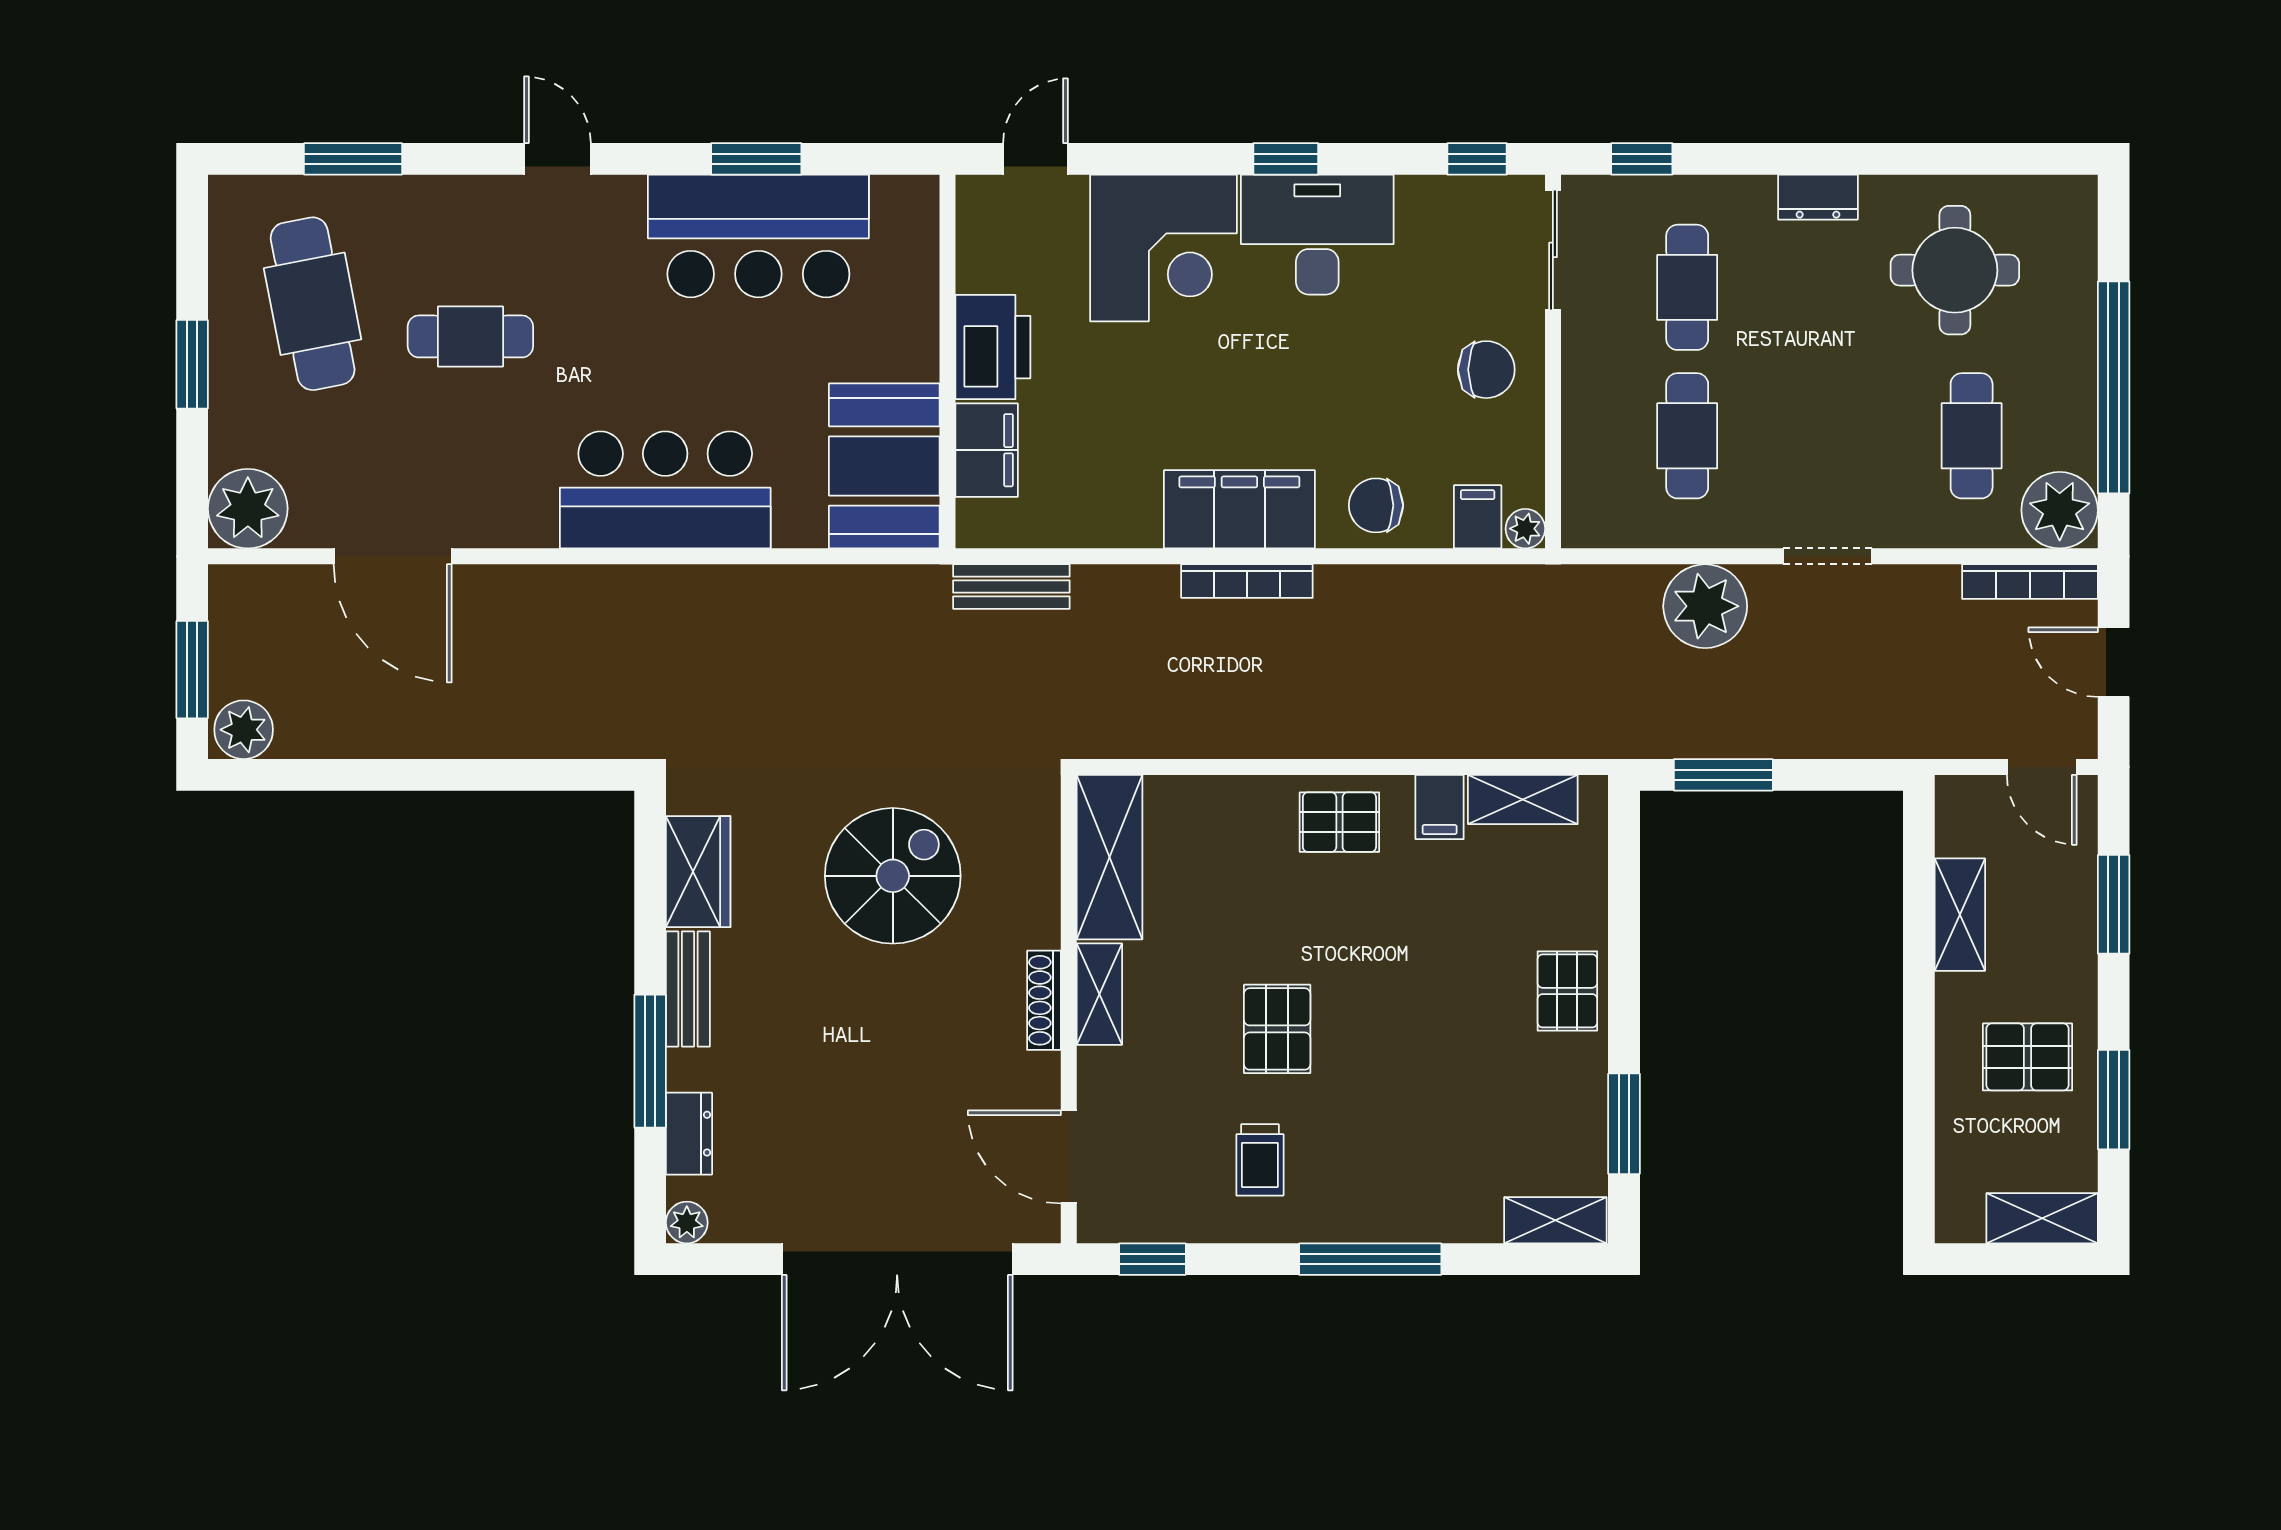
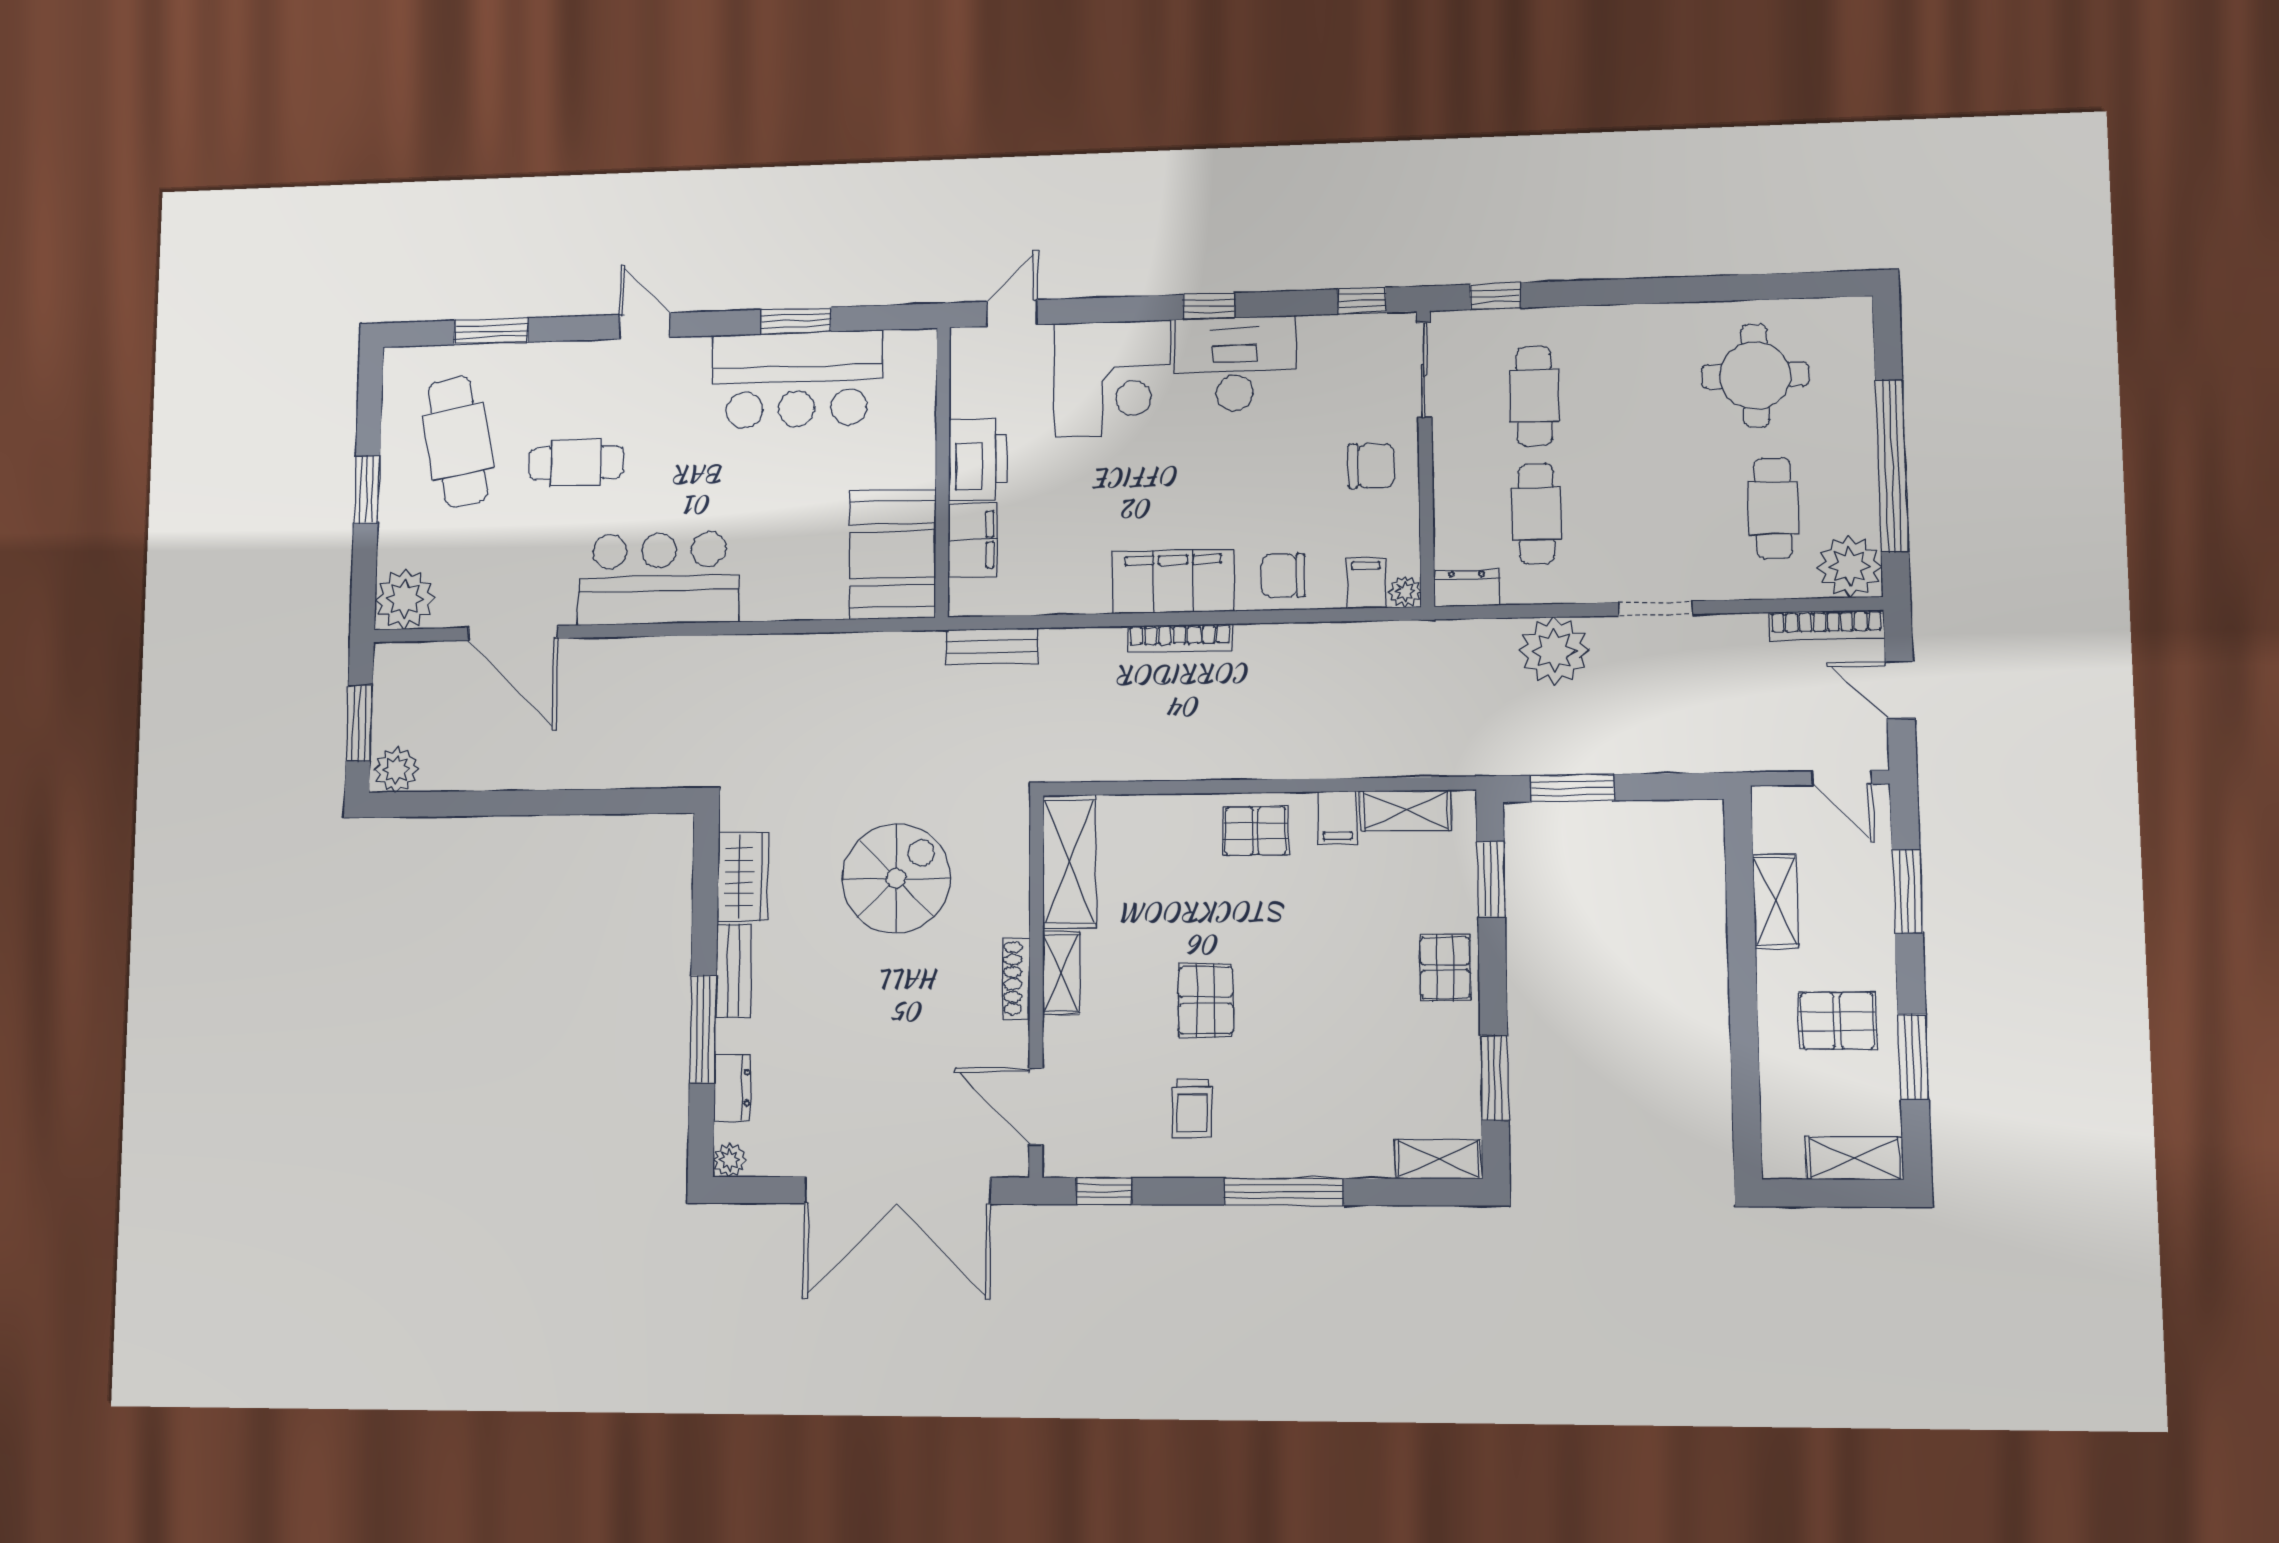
dresser: (1818, 197) -> (1467, 588), moved, turned 180
bar counter: (665, 490) -> (659, 578), moved
window: (1624, 885) -> (1491, 880), added

